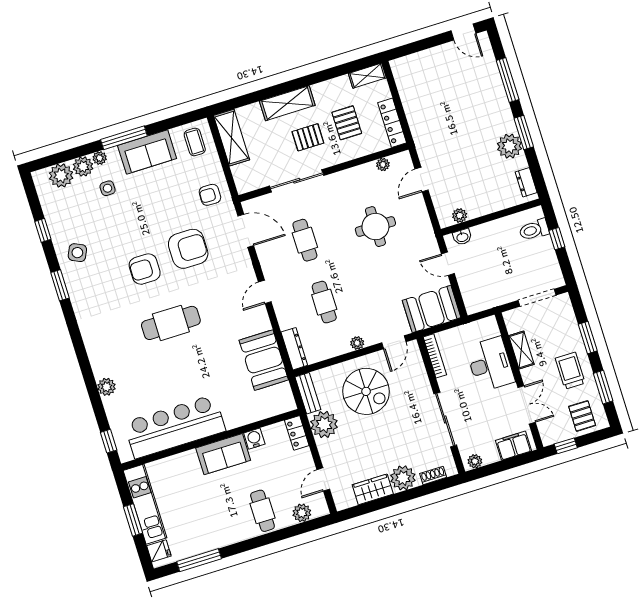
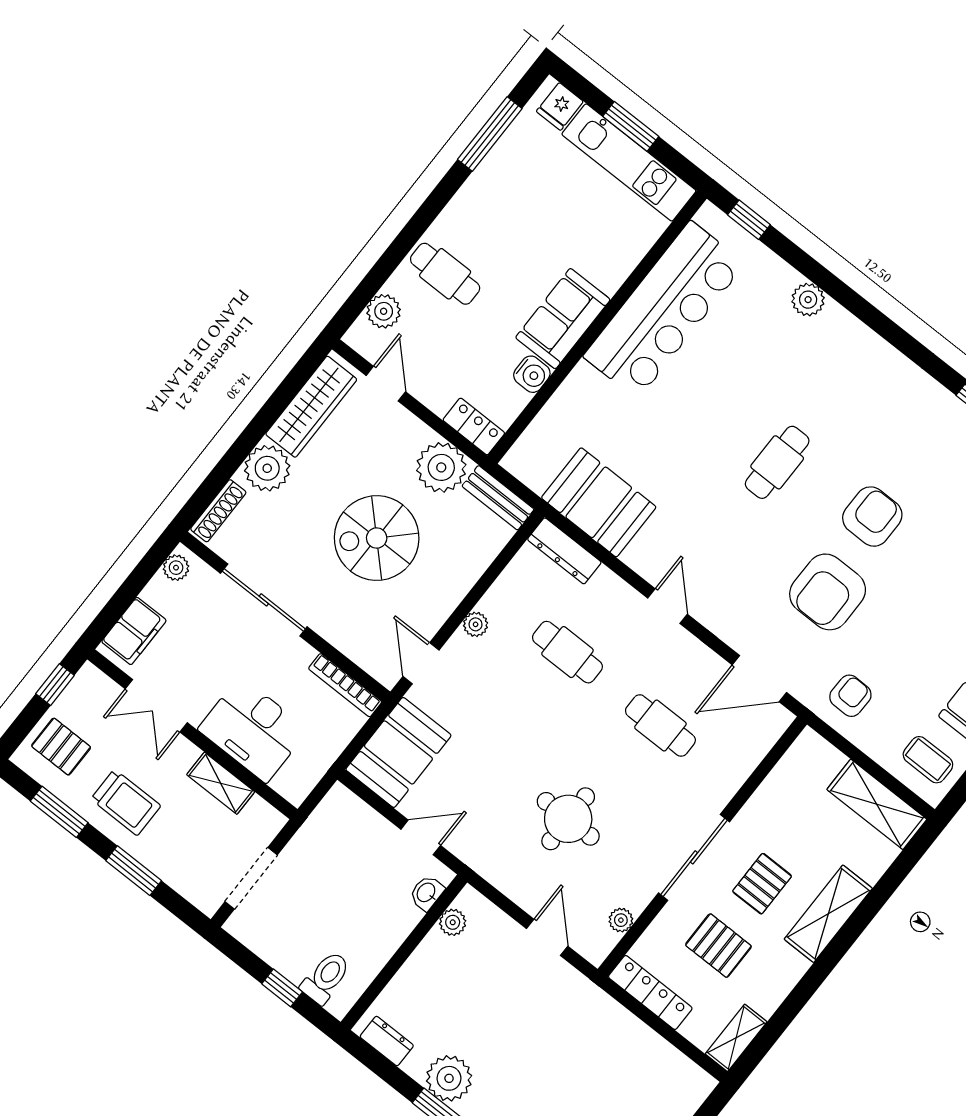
sliding door: (297, 181) -> (694, 857), moved
cafe table: (171, 323) -> (777, 462), width x0.73, depth x0.74
spiral stairs: (366, 391) -> (377, 538), moved
shoe rack: (433, 475) -> (218, 511), width x1.43
wardrobe: (373, 489) -> (311, 407), width x1.50

